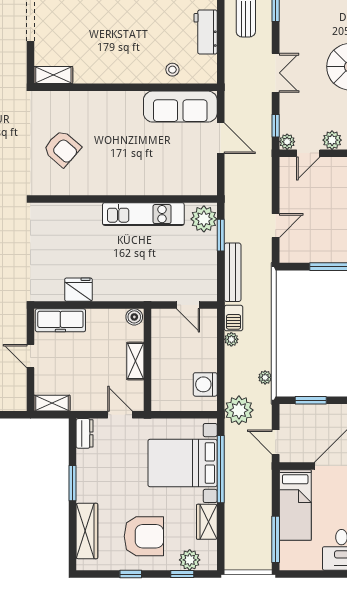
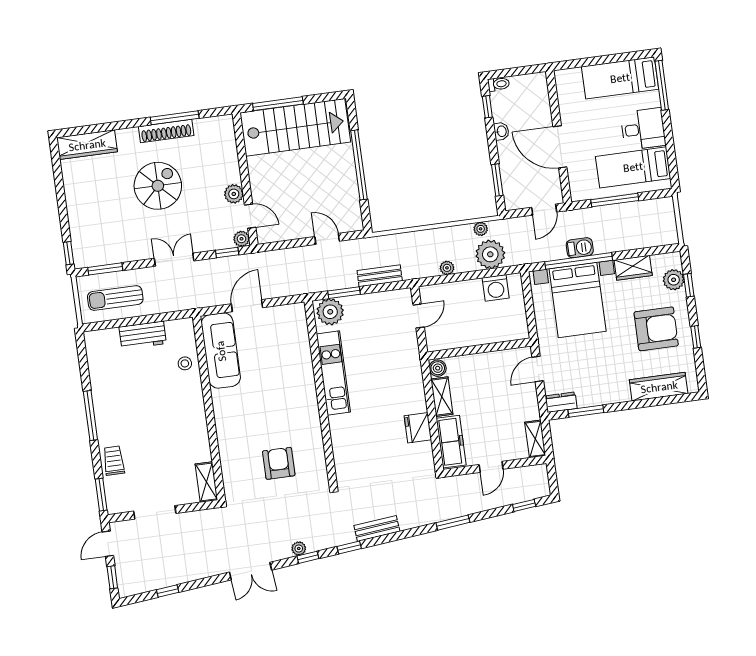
armchair: (62, 148) -> (279, 463), turned -41
bench: (233, 272) -> (380, 276), width x0.73
barbecue: (234, 318) -> (580, 248), moved
shelving: (135, 361) -> (442, 397), moved, turned 90
plant: (239, 410) -> (490, 254), moved
window: (73, 483) -> (586, 411), moved
bed: (295, 505) -> (633, 167), moved, turned 180
armchair: (144, 536) -> (656, 329), turned 90
window: (276, 539) -> (615, 200), moved

